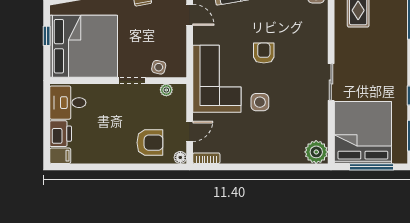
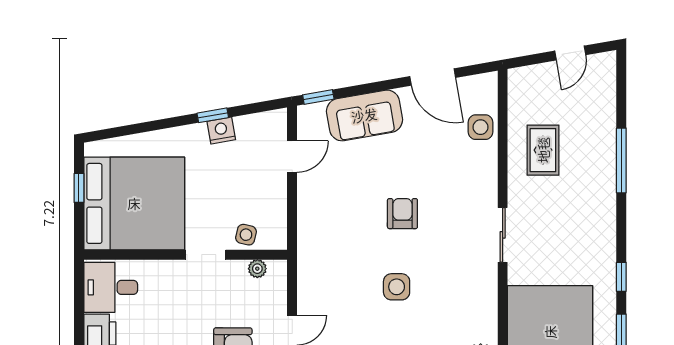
door: (190, 15) -> (292, 157), hinge flipped
corner sofa: (217, 79) -> (333, 252), removed
sliding door: (331, 82) -> (503, 235), moved

